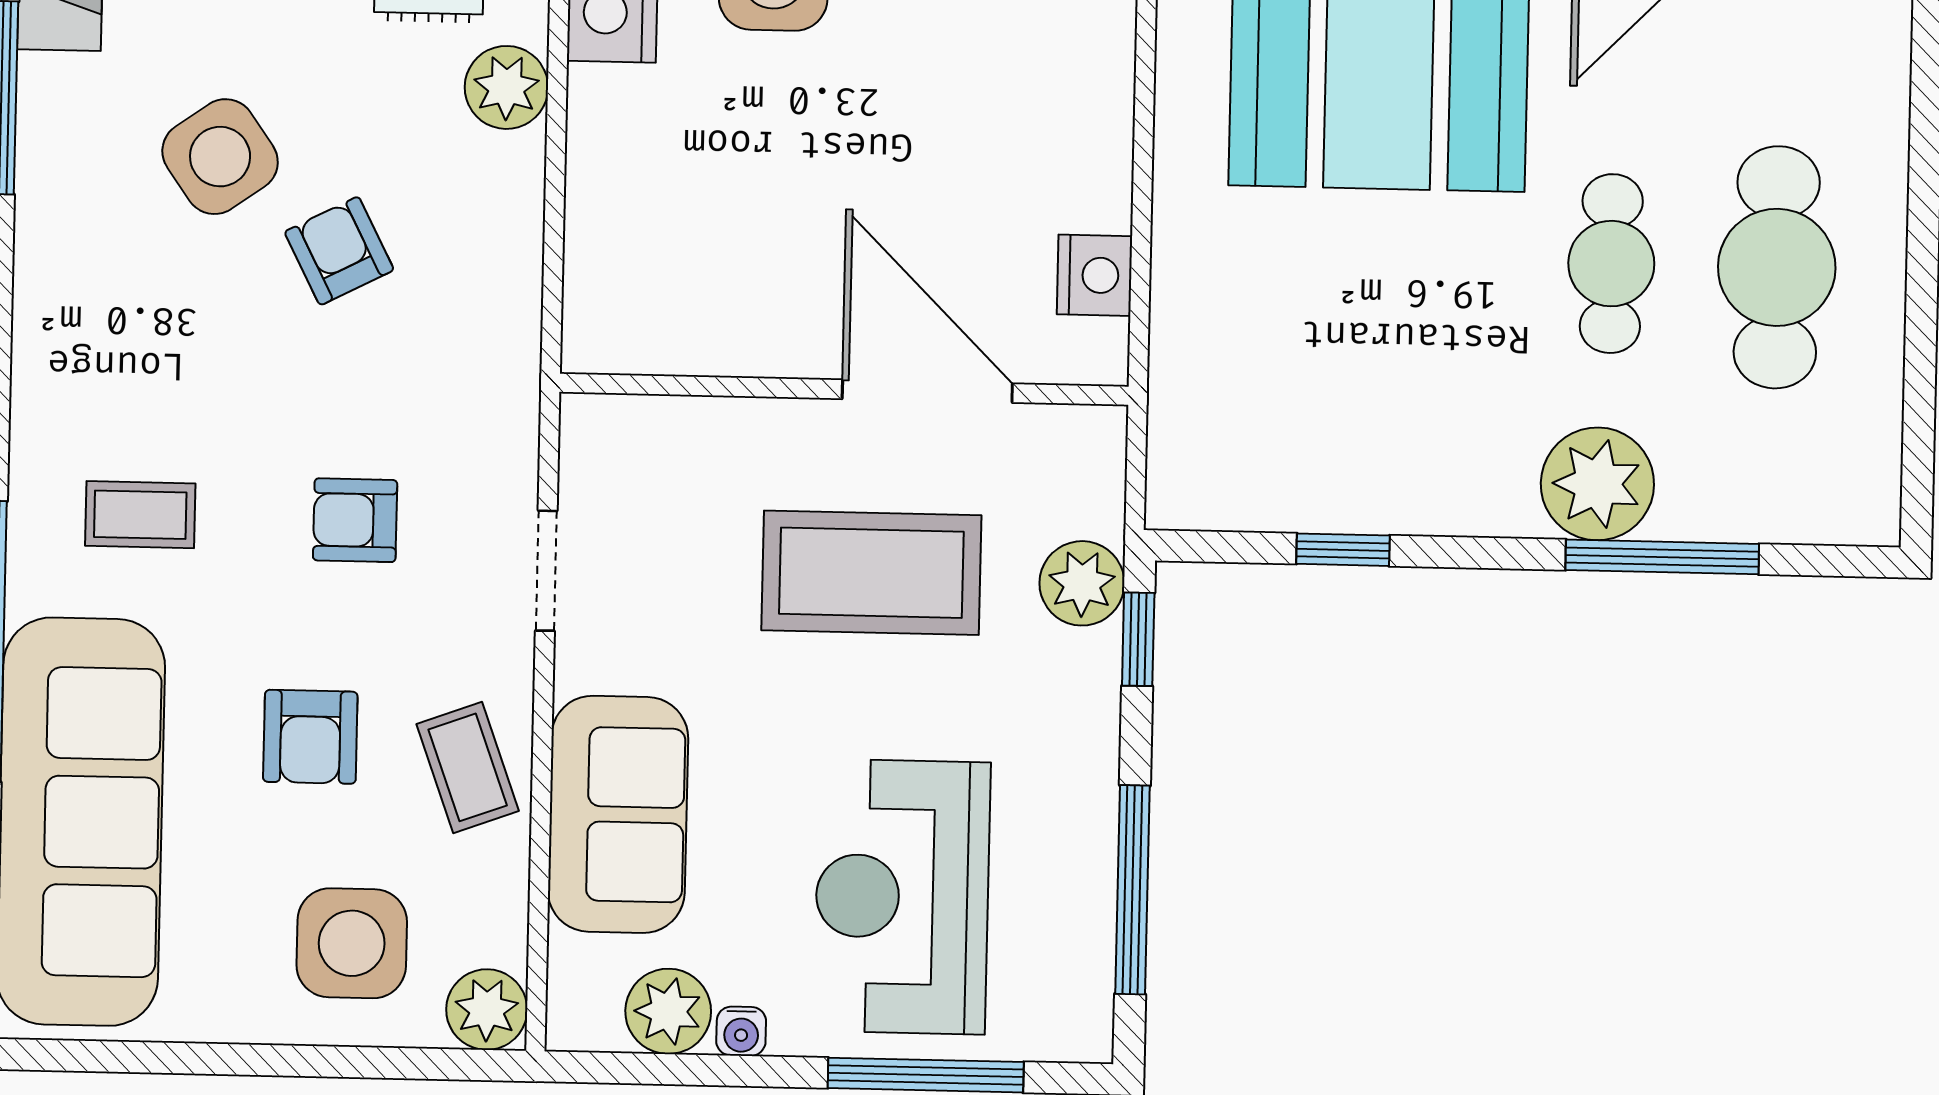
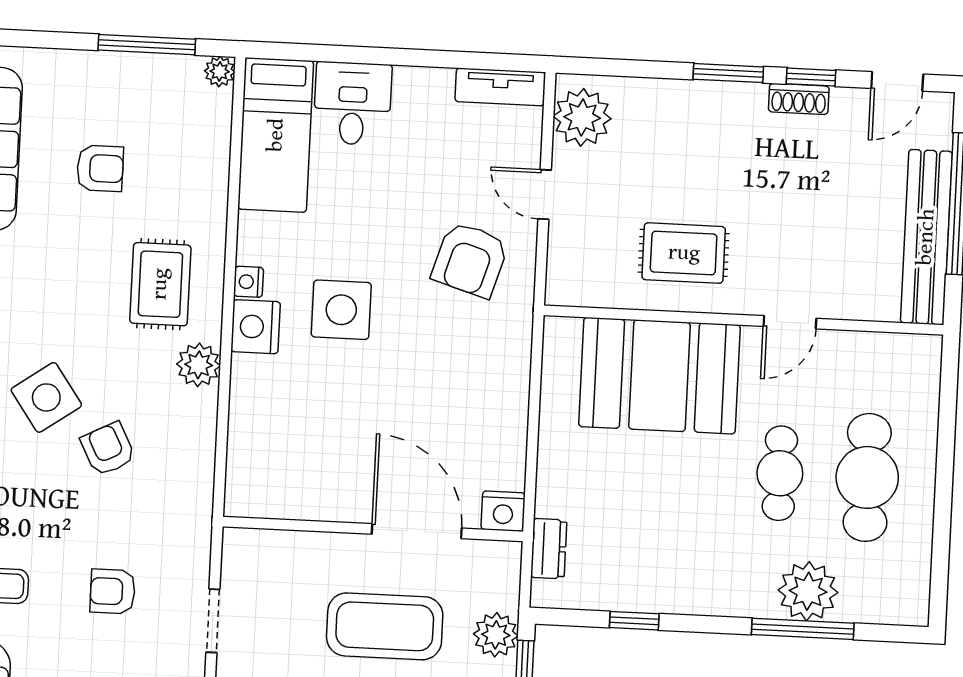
nightstand: (1095, 275) -> (503, 511), moved, turned 90
dresser: (1178, 418) -> (549, 549), added
plant: (1597, 484) -> (808, 591), moved

